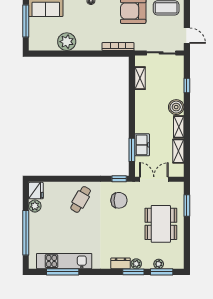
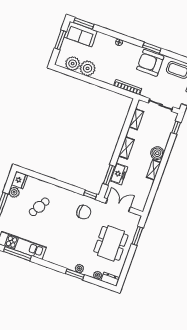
window: (26, 21) -> (60, 40), width x0.69
plant: (48, 42) -> (73, 64), added
window: (187, 85) -> (176, 128), moved
shelving: (178, 151) -> (126, 148), moved
cafe table: (81, 199) -> (39, 207), moved
dresser: (121, 263) -> (110, 279), moved
window: (162, 272) -> (98, 282), removed

